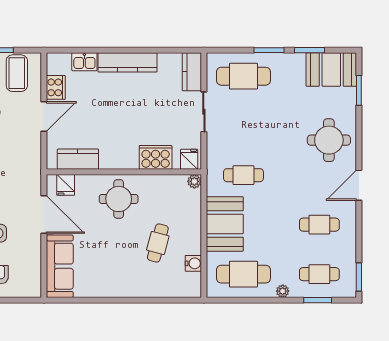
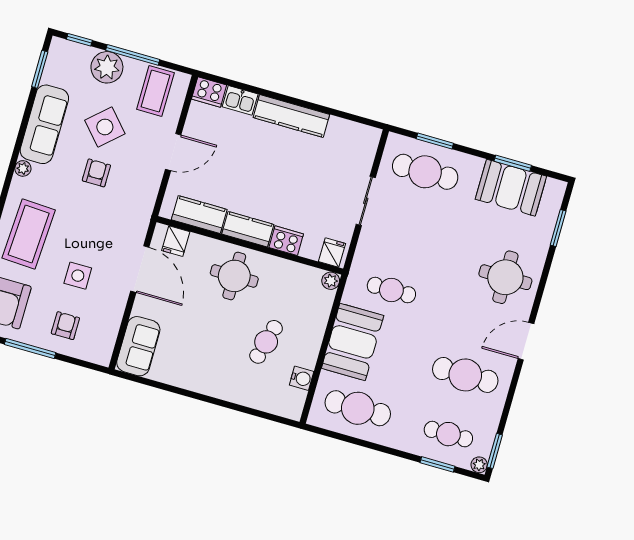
window: (269, 50) -> (435, 141), moved
booth: (331, 70) -> (511, 188), moved
kitchen counter: (192, 72) -> (248, 229), moved, turned 90
cooker: (56, 87) -> (209, 92), moved, turned 90
cooker: (156, 157) -> (286, 241), width x0.73, depth x0.76
cafe table: (319, 225) -> (465, 375), width x1.37, depth x1.35
sofa: (60, 266) -> (138, 346), width x0.73
plant: (283, 291) -> (479, 465), moved

